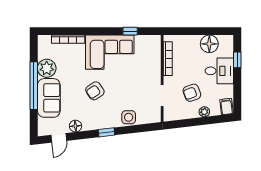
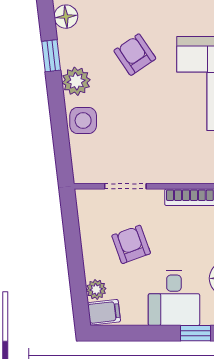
plant: (204, 112) -> (96, 289), moved
plant: (109, 121) -> (76, 81), added
window: (106, 132) -> (51, 56), moved

